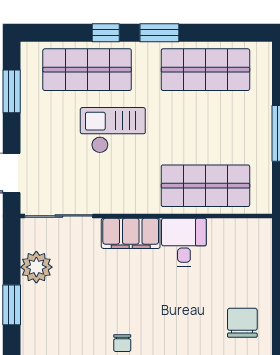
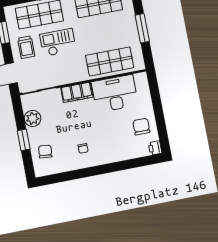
trolley: (50, 128) -> (26, 47), added
desk: (184, 242) -> (115, 93), width x1.87, depth x1.30
chair: (49, 335) -> (45, 152), added

